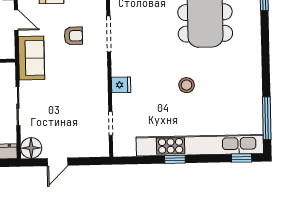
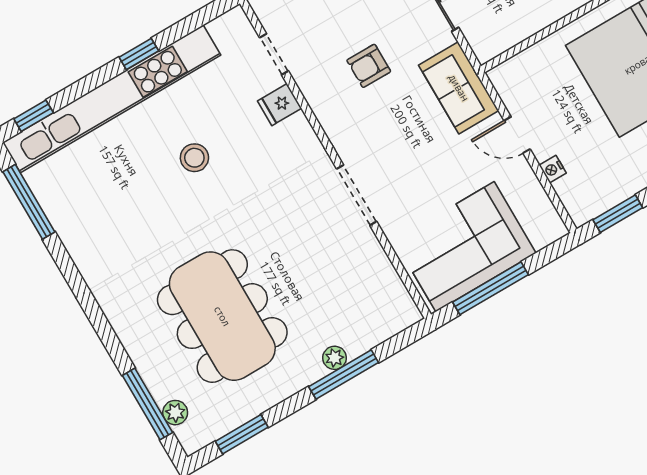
armchair: (73, 36) -> (369, 66), moved
fridge: (121, 85) -> (280, 105), moved
stool: (187, 85) -> (194, 158), moved

